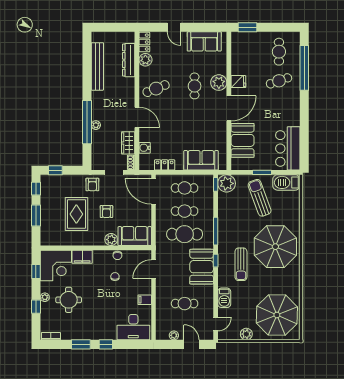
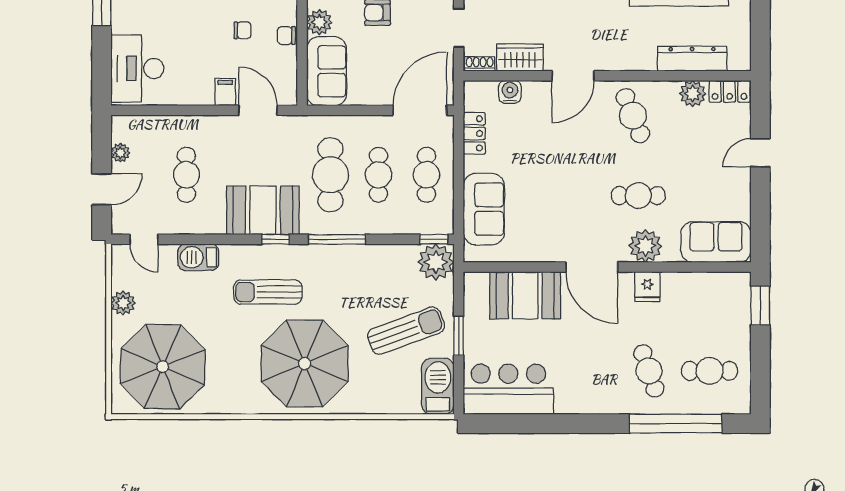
sofa: (204, 41) -> (716, 242), moved, turned 90
filing cabinet: (145, 300) -> (225, 92), moved

